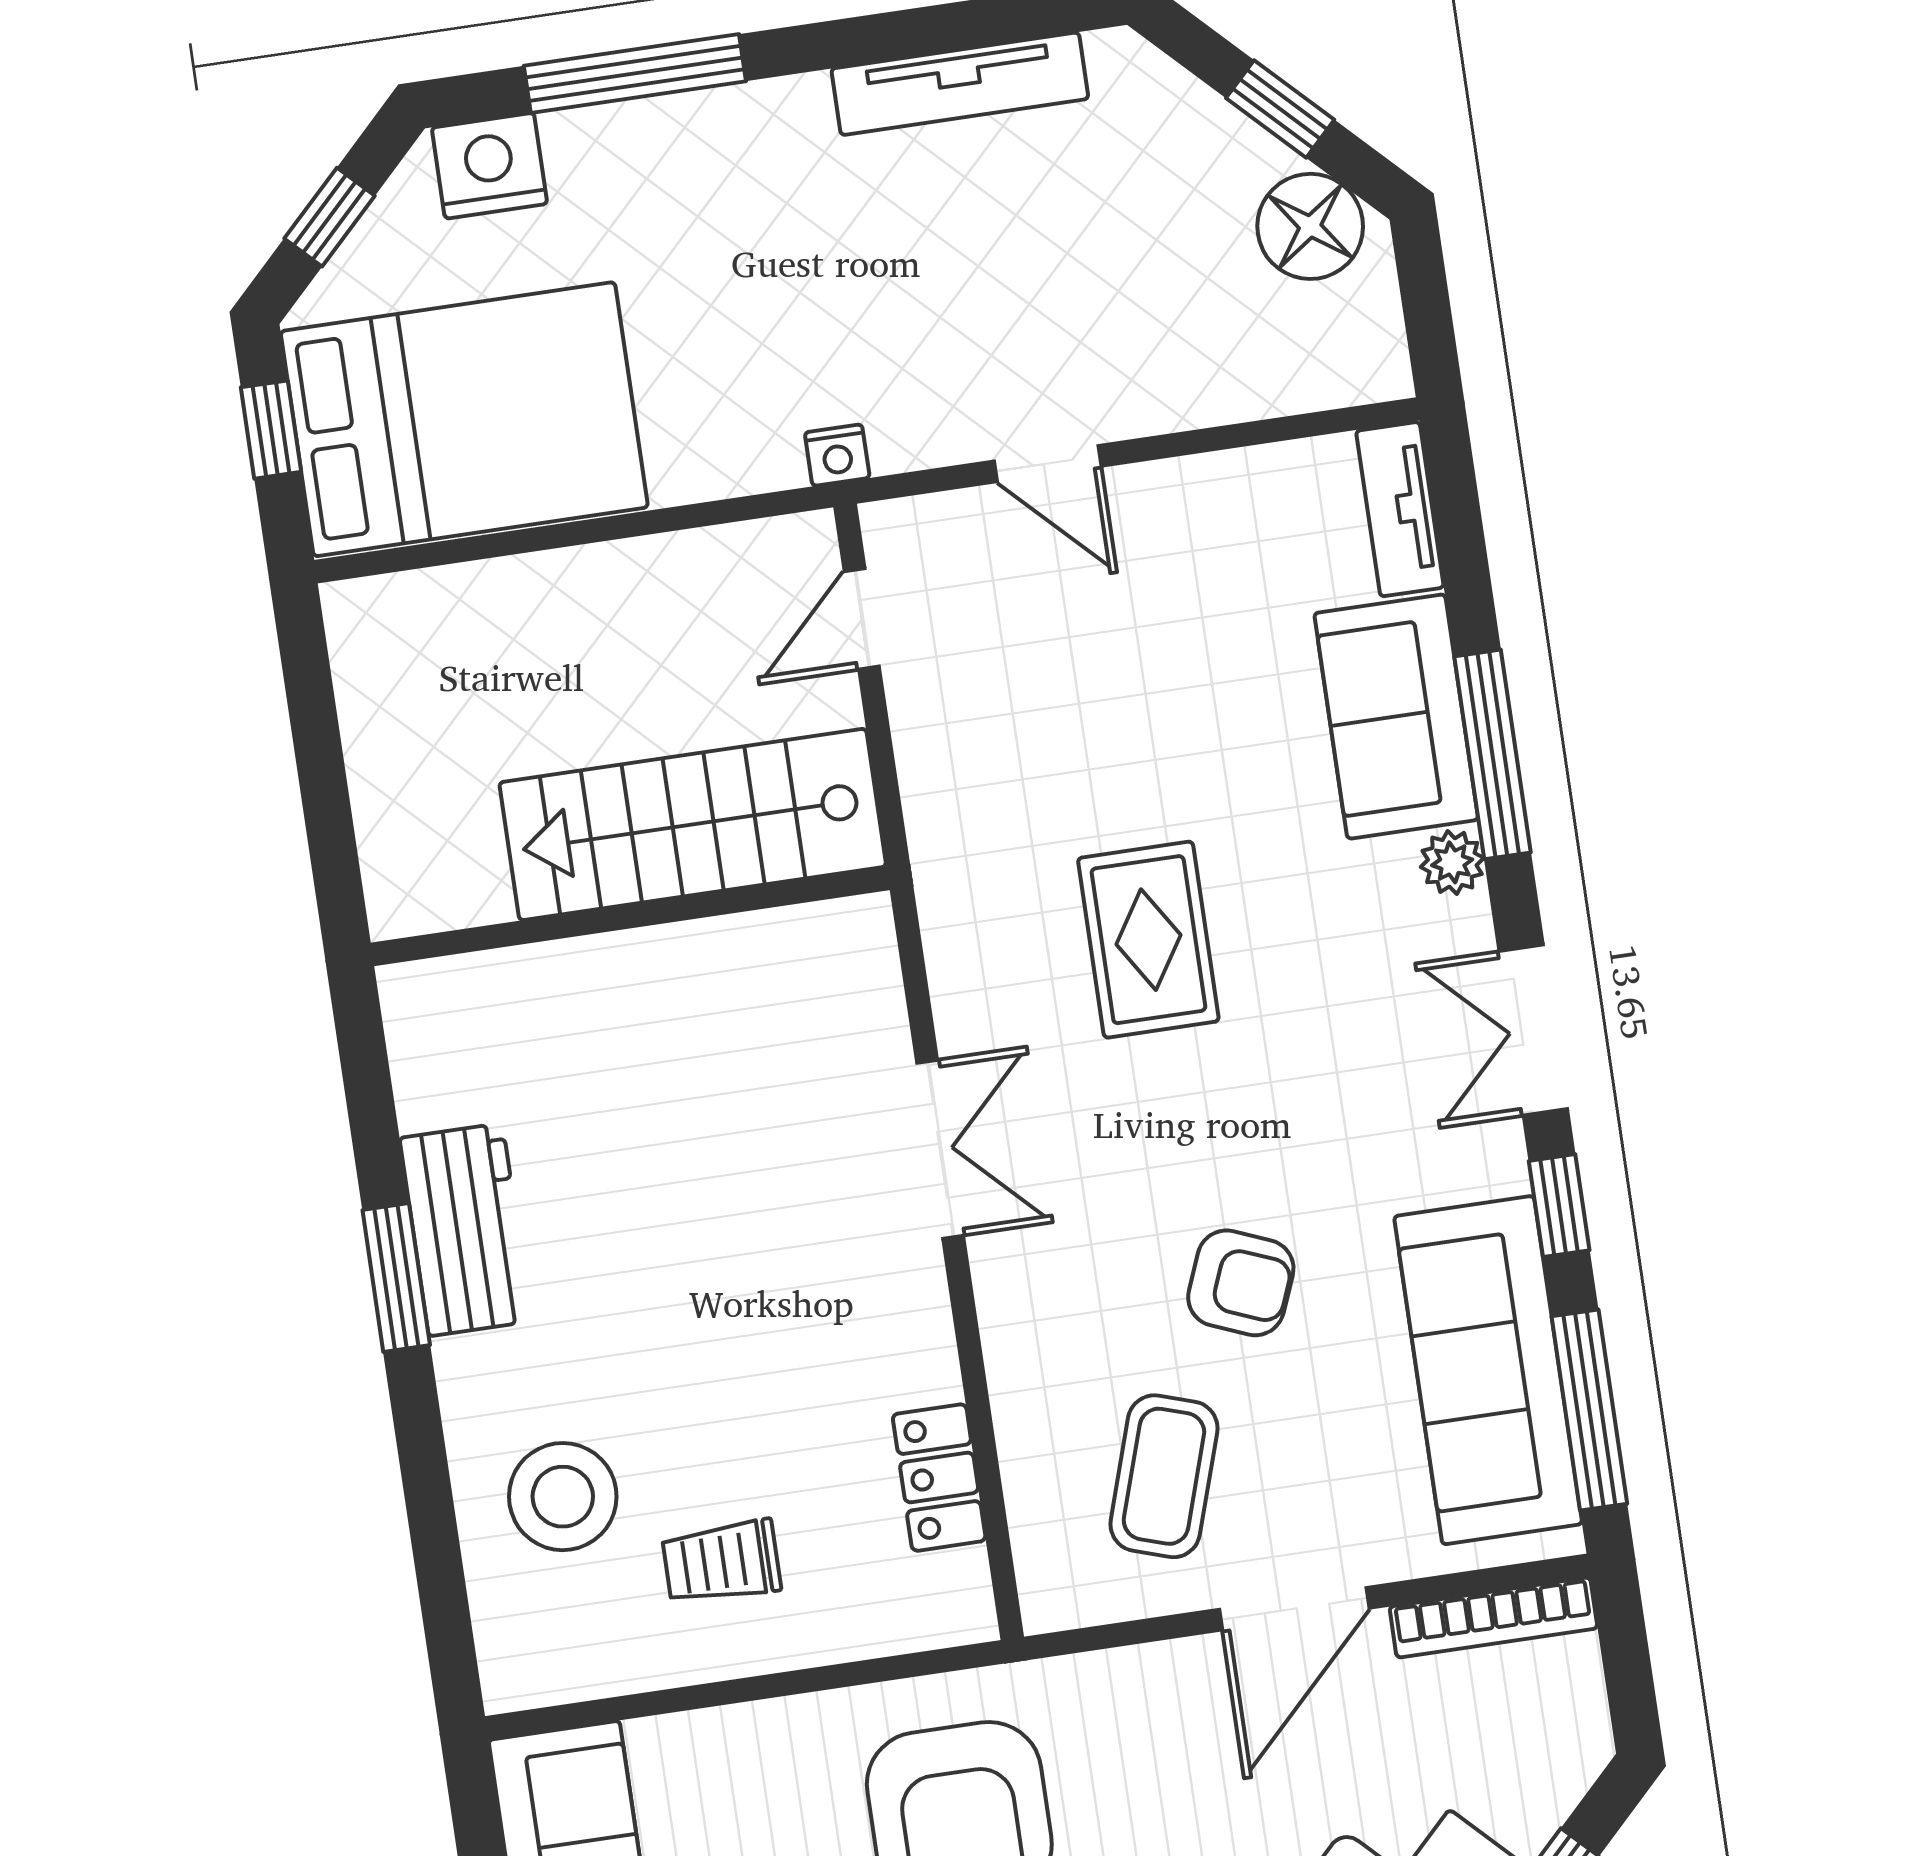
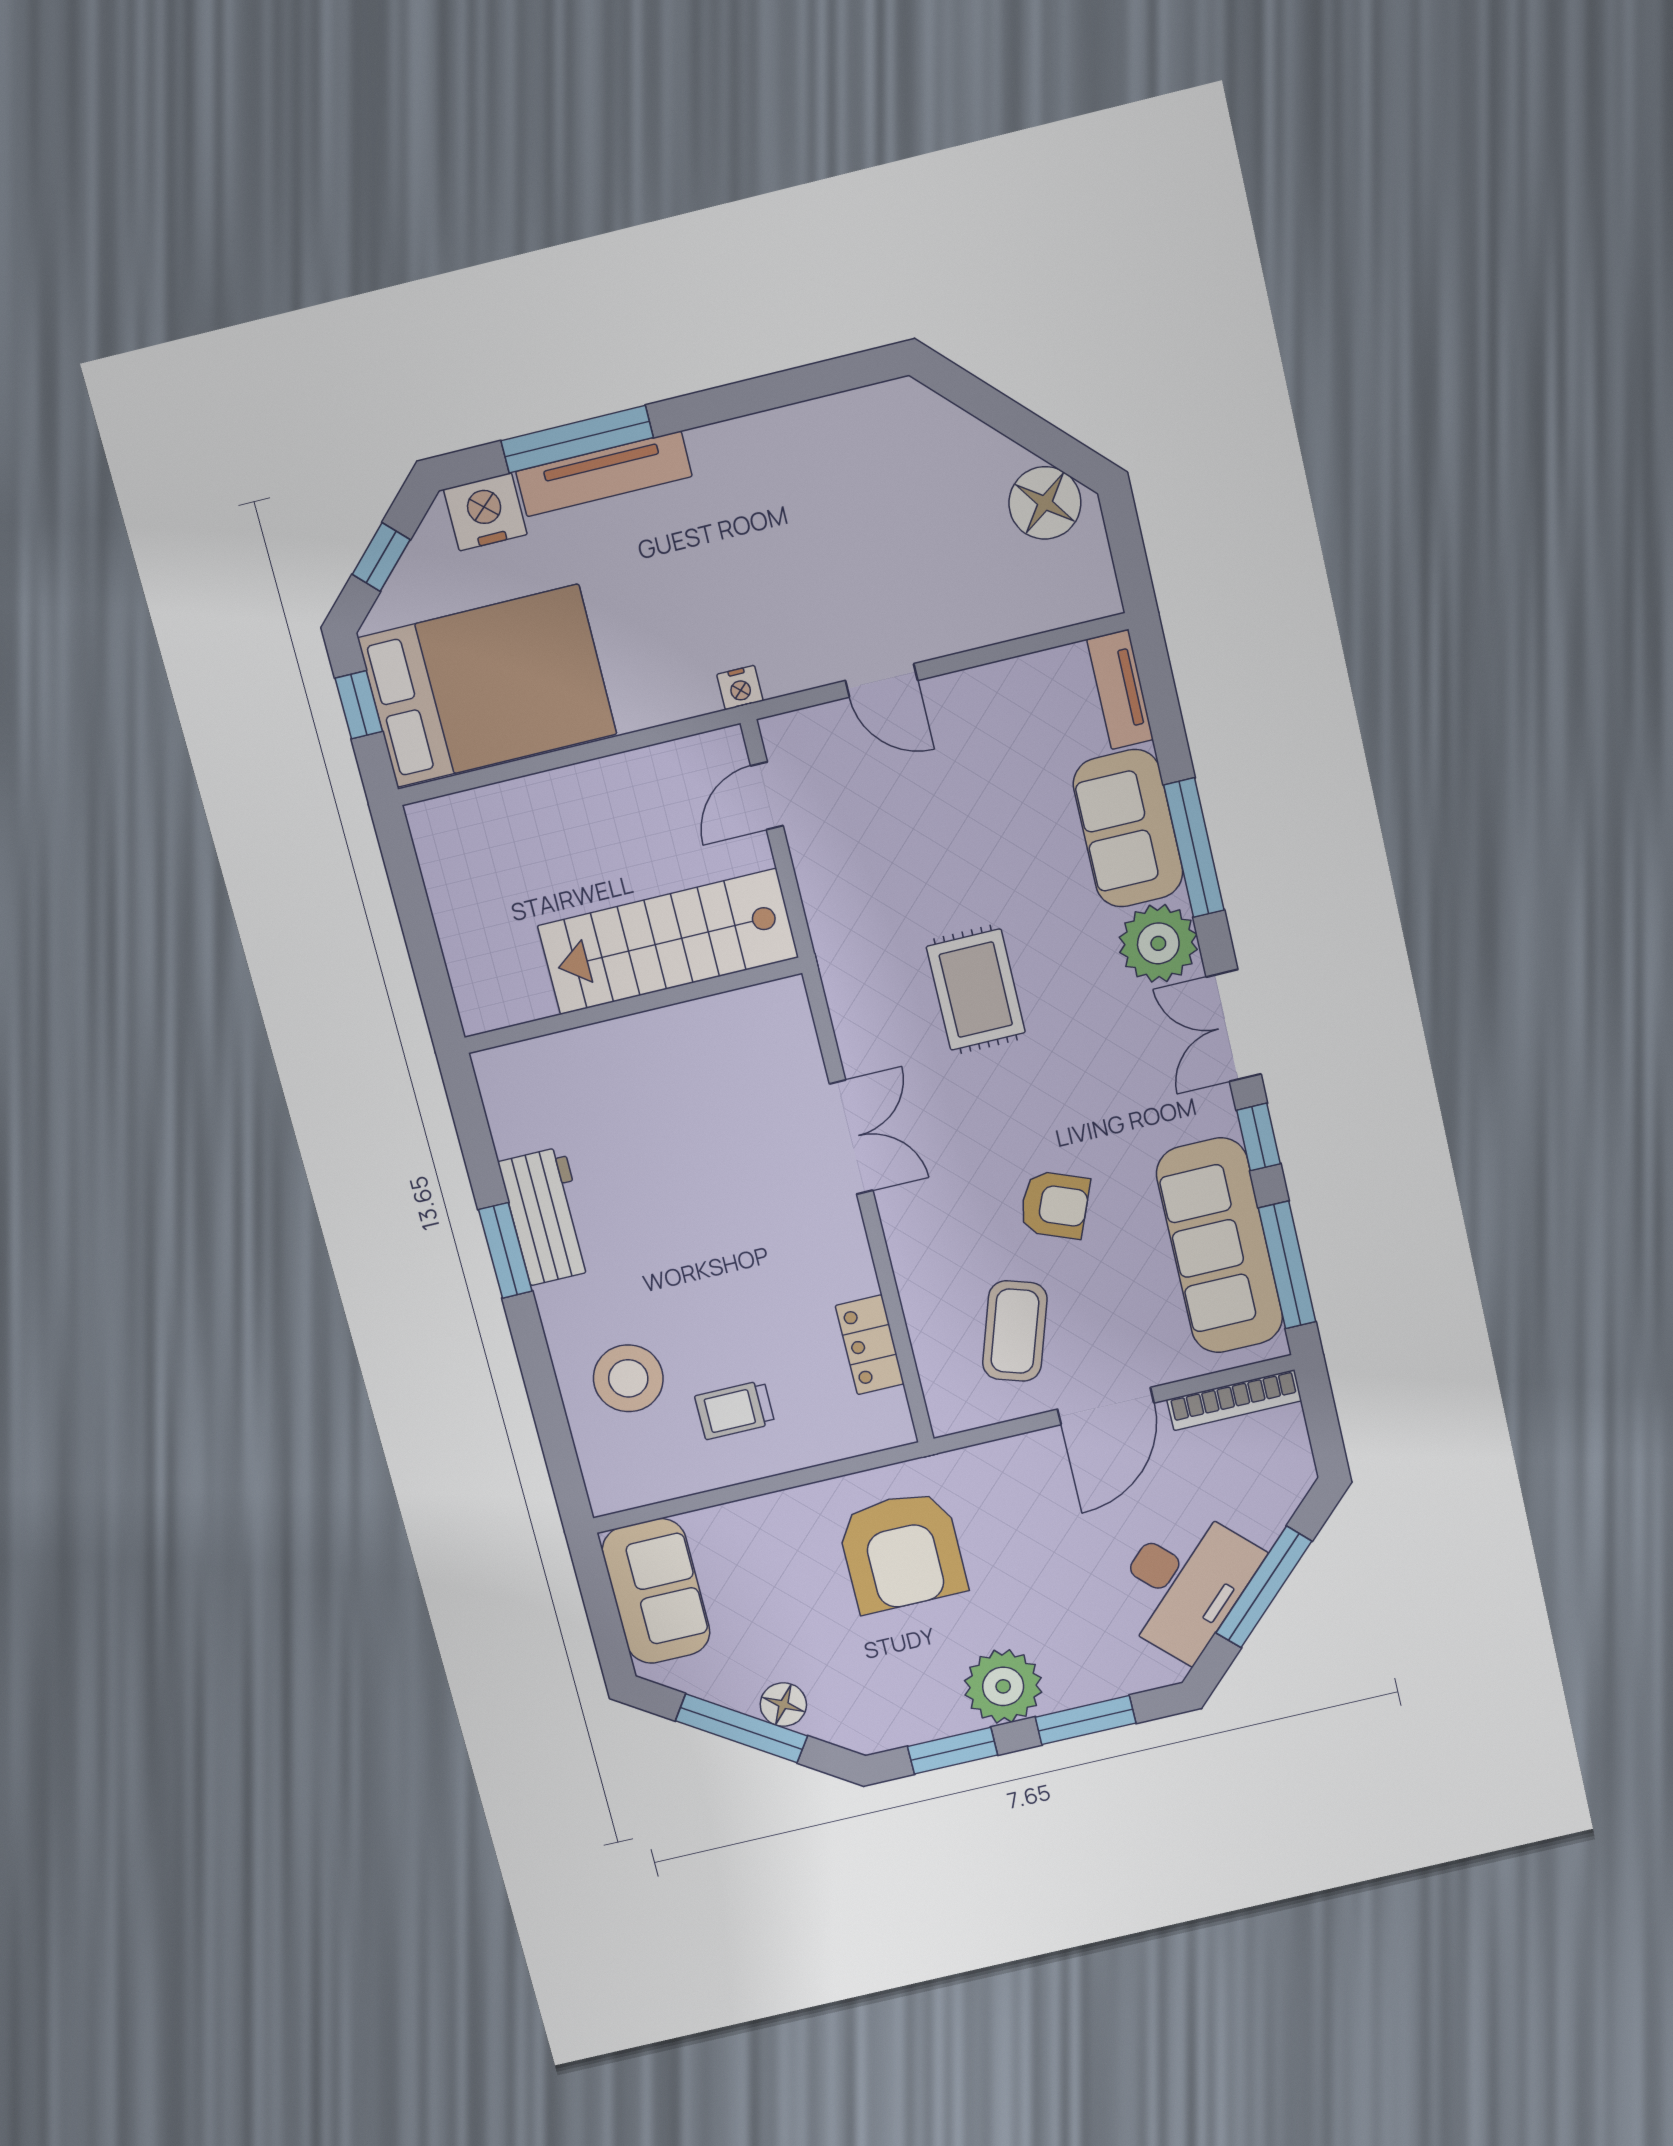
tv unit: (960, 84) -> (604, 474), moved
window: (1280, 109) -> (1018, 424), removed
plant: (1452, 862) -> (1158, 943), width x1.87, depth x1.87

